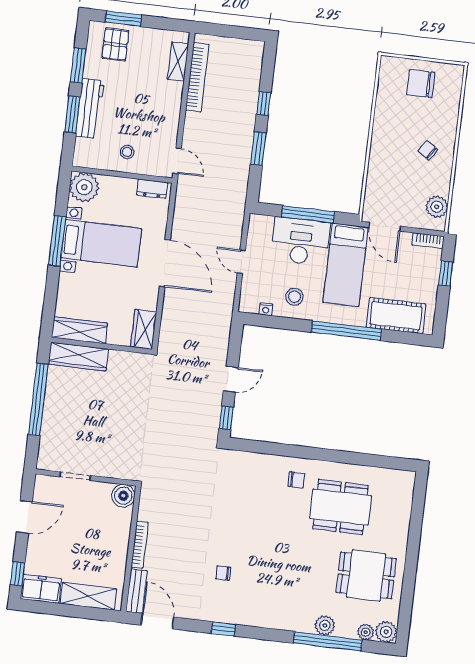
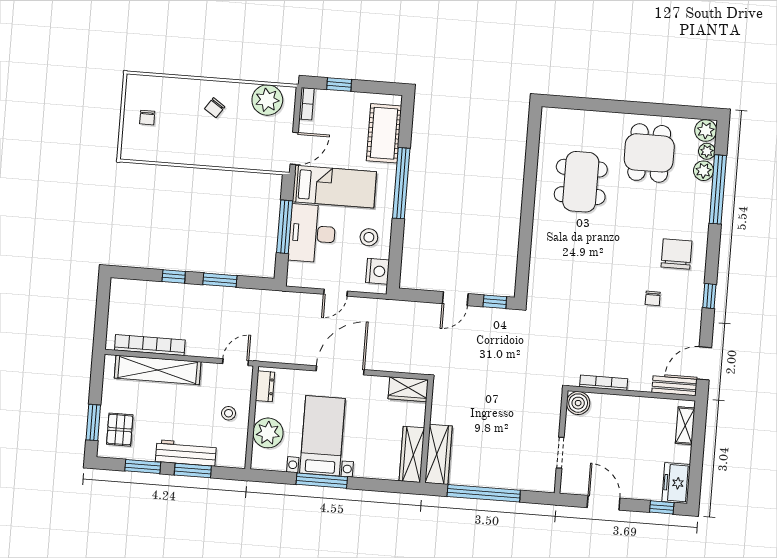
pallet: (115, 44) -> (120, 430), turned 90
shelving: (178, 62) -> (158, 370), width x2.20, depth x1.33
chair: (421, 84) -> (147, 118), width x0.54, depth x0.54
plant: (84, 187) -> (268, 433), moved
plant: (437, 207) -> (267, 100), width x1.36, depth x1.36
nightstand: (266, 309) -> (378, 271), width x1.89, depth x1.79
door: (231, 379) -> (455, 299), swing flipped
chair: (296, 480) -> (676, 254), moved, width x1.87, depth x1.87
bookcase: (140, 545) -> (604, 383), moved
shelving: (88, 596) -> (685, 426), width x0.67, depth x0.75
plant: (325, 625) -> (704, 171), moved

